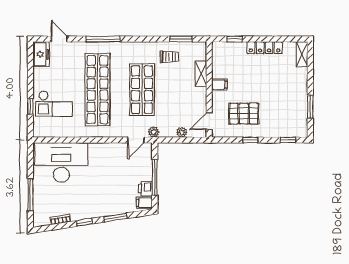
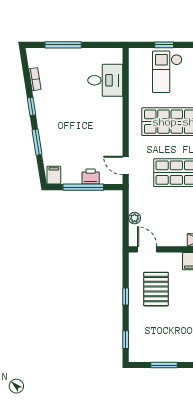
plant: (154, 132) -> (135, 186), removed
desk: (61, 162) -> (105, 80), width x0.53, depth x0.77
printer: (145, 189) -> (91, 176), moved

